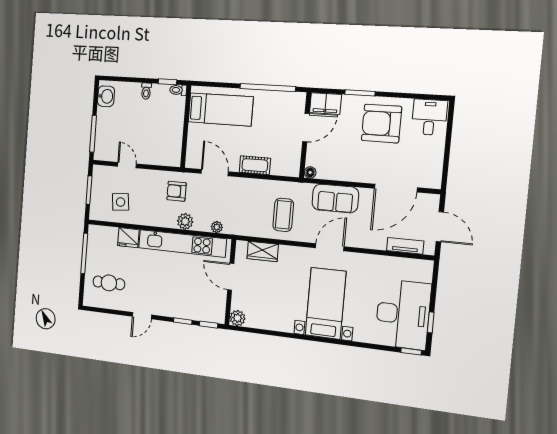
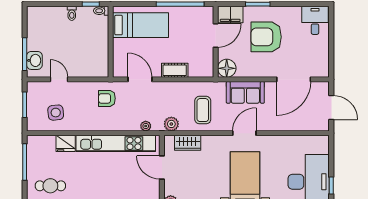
washbasin: (106, 96) -> (34, 60), moved
armchair: (382, 124) -> (266, 37), moved
floor lamp: (310, 172) -> (227, 68), width x1.89, depth x1.89
plant: (185, 221) -> (171, 124), moved
tv unit: (405, 246) -> (305, 126), removed

